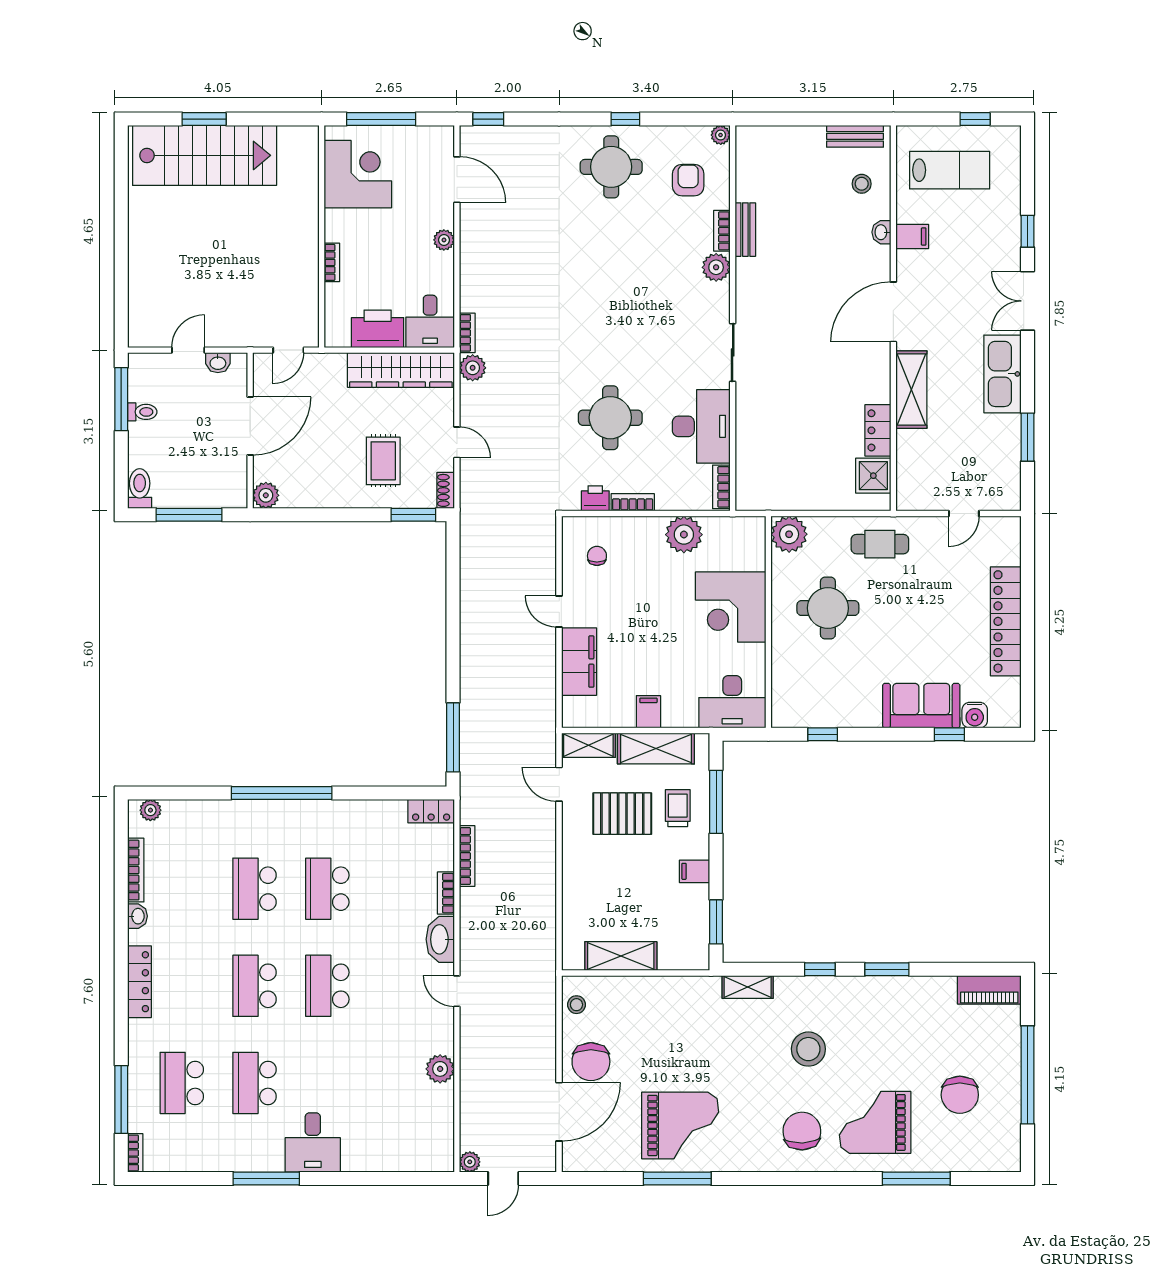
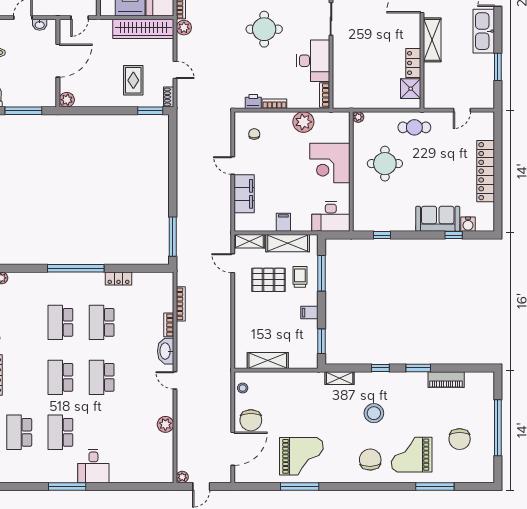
round table: (610, 418) -> (264, 29), moved
plant: (789, 534) -> (358, 117), width x0.53, depth x0.53
locker: (431, 811) -> (118, 279), moved
piano: (989, 990) -> (446, 380), moved

